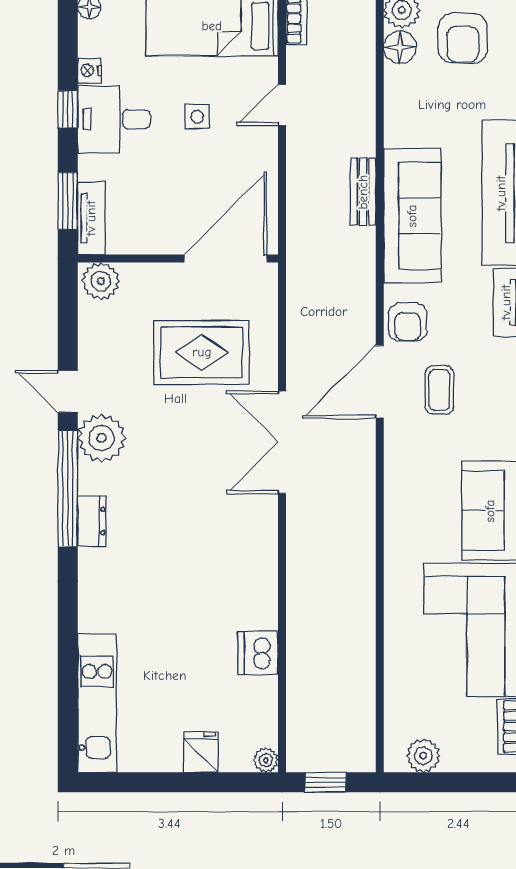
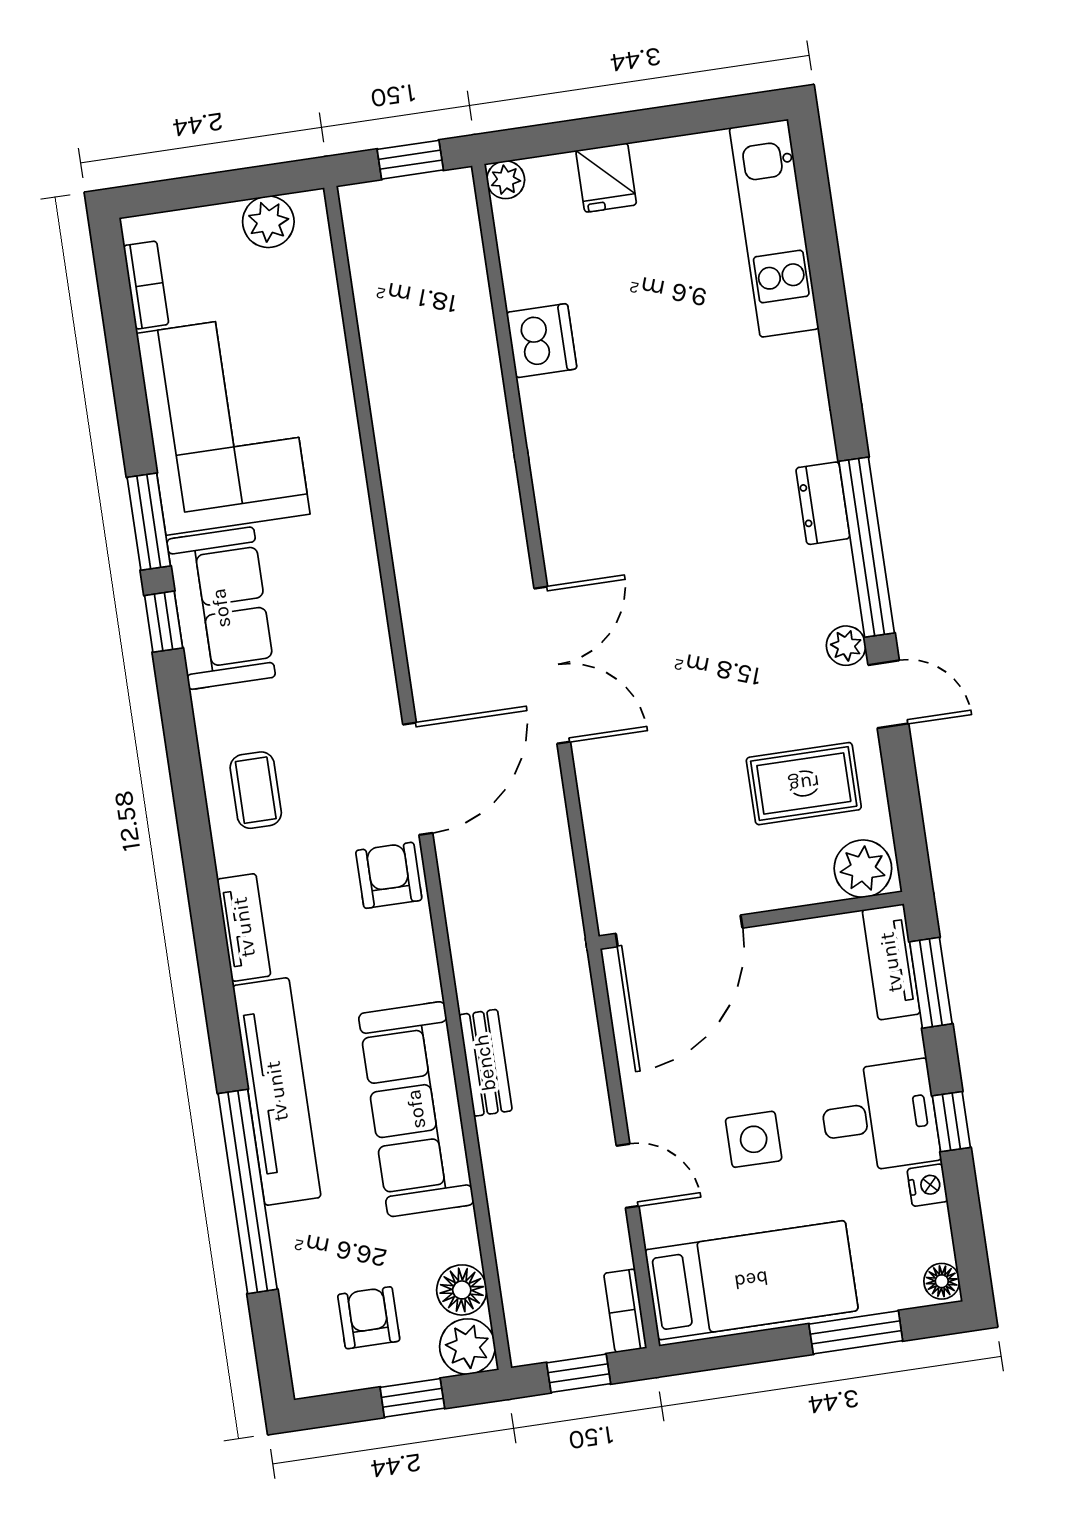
armchair: (463, 38) -> (369, 1318), width x0.72, depth x0.72
door: (282, 105) -> (628, 1176), hinge flipped
side table: (197, 117) -> (754, 1139), width x1.37, depth x1.37
sofa: (412, 216) -> (416, 1109), moved
rug: (202, 352) -> (804, 784), moved, width x0.73, depth x0.70
coffee table: (439, 390) -> (256, 790), moved
plant: (102, 438) -> (846, 646), width x0.53, depth x0.53

